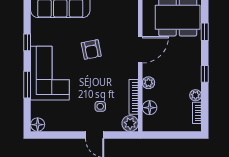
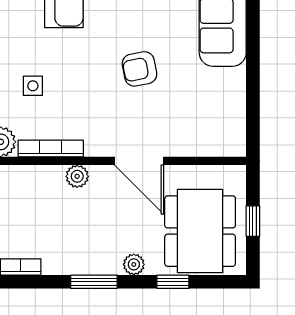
window: (205, 74) -> (94, 282), width x1.50
plant: (196, 95) -> (134, 264), moved
floor lamp: (150, 108) -> (30, 178), removed

